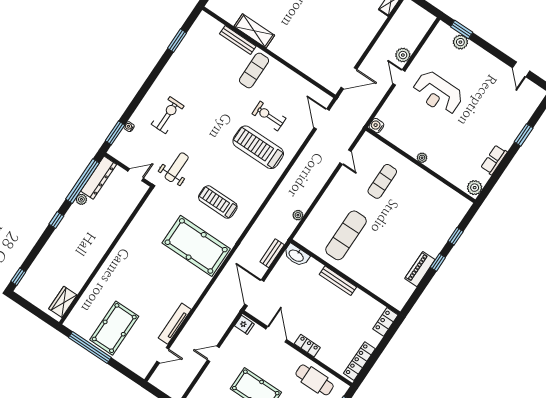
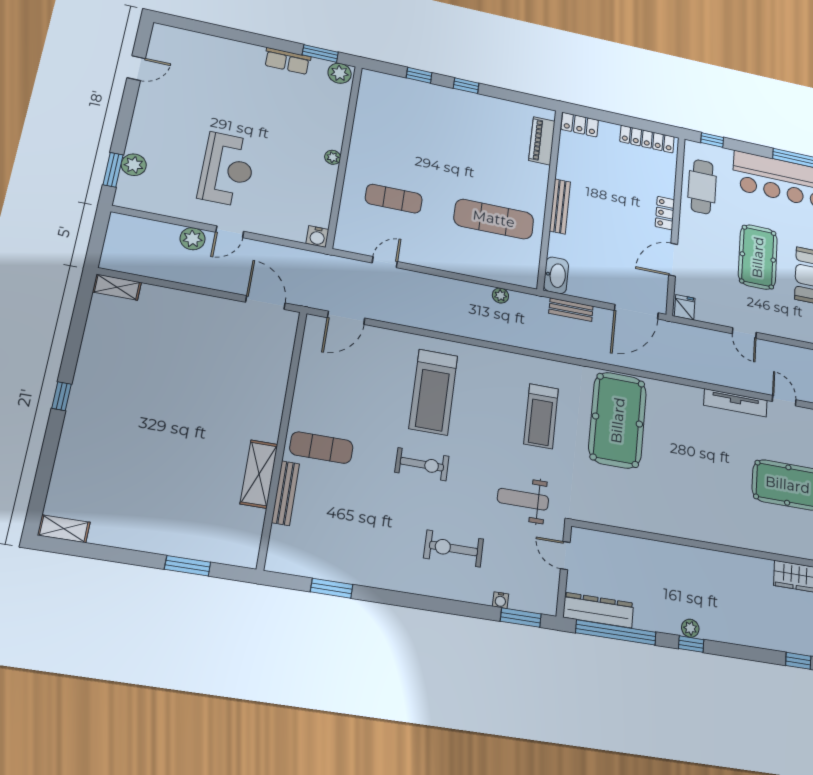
exercise bike: (269, 116) -> (422, 464), moved, turned -90
window: (524, 135) -> (320, 53), moved
plant: (81, 199) -> (690, 628), moved
piano: (420, 269) -> (542, 141), moved, turned 90

